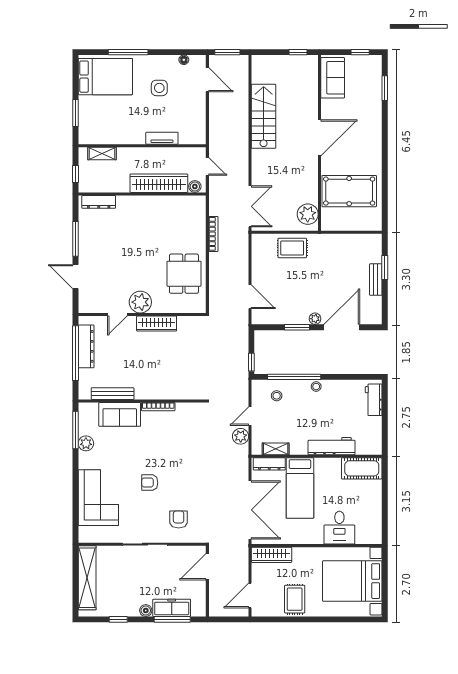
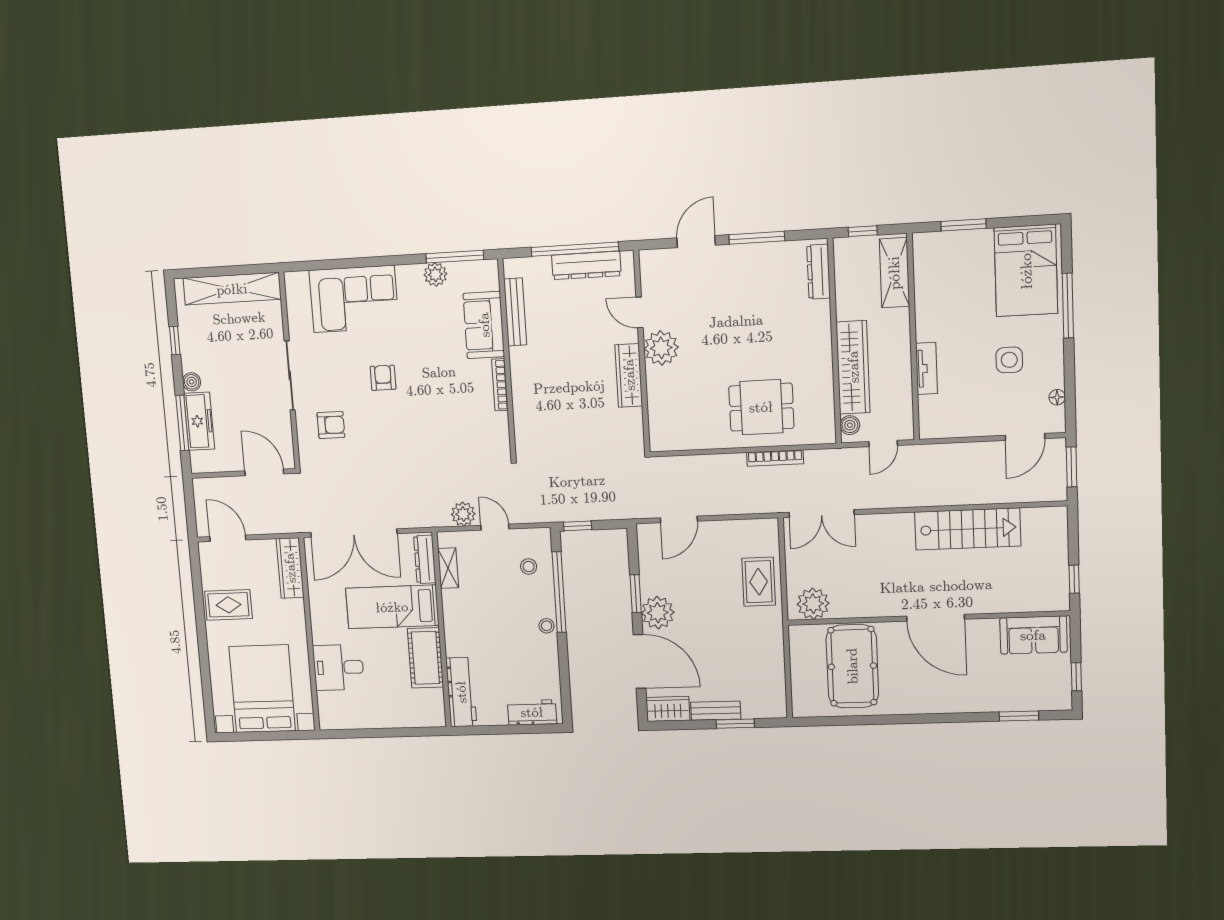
shelving: (102, 153) -> (894, 273), width x1.50, depth x1.33
dining table: (184, 274) -> (761, 407), moved
wardrobe: (374, 311) -> (668, 709), added
plant: (315, 319) -> (658, 613), width x1.87, depth x1.87
workbench: (332, 446) -> (461, 692), moved
cot: (362, 468) -> (425, 658), moved

